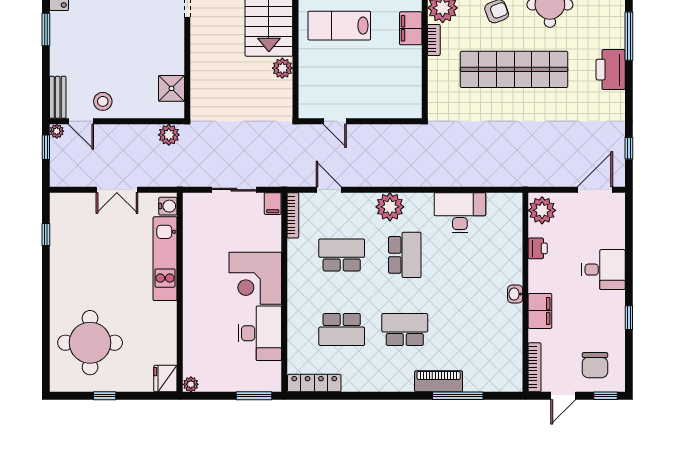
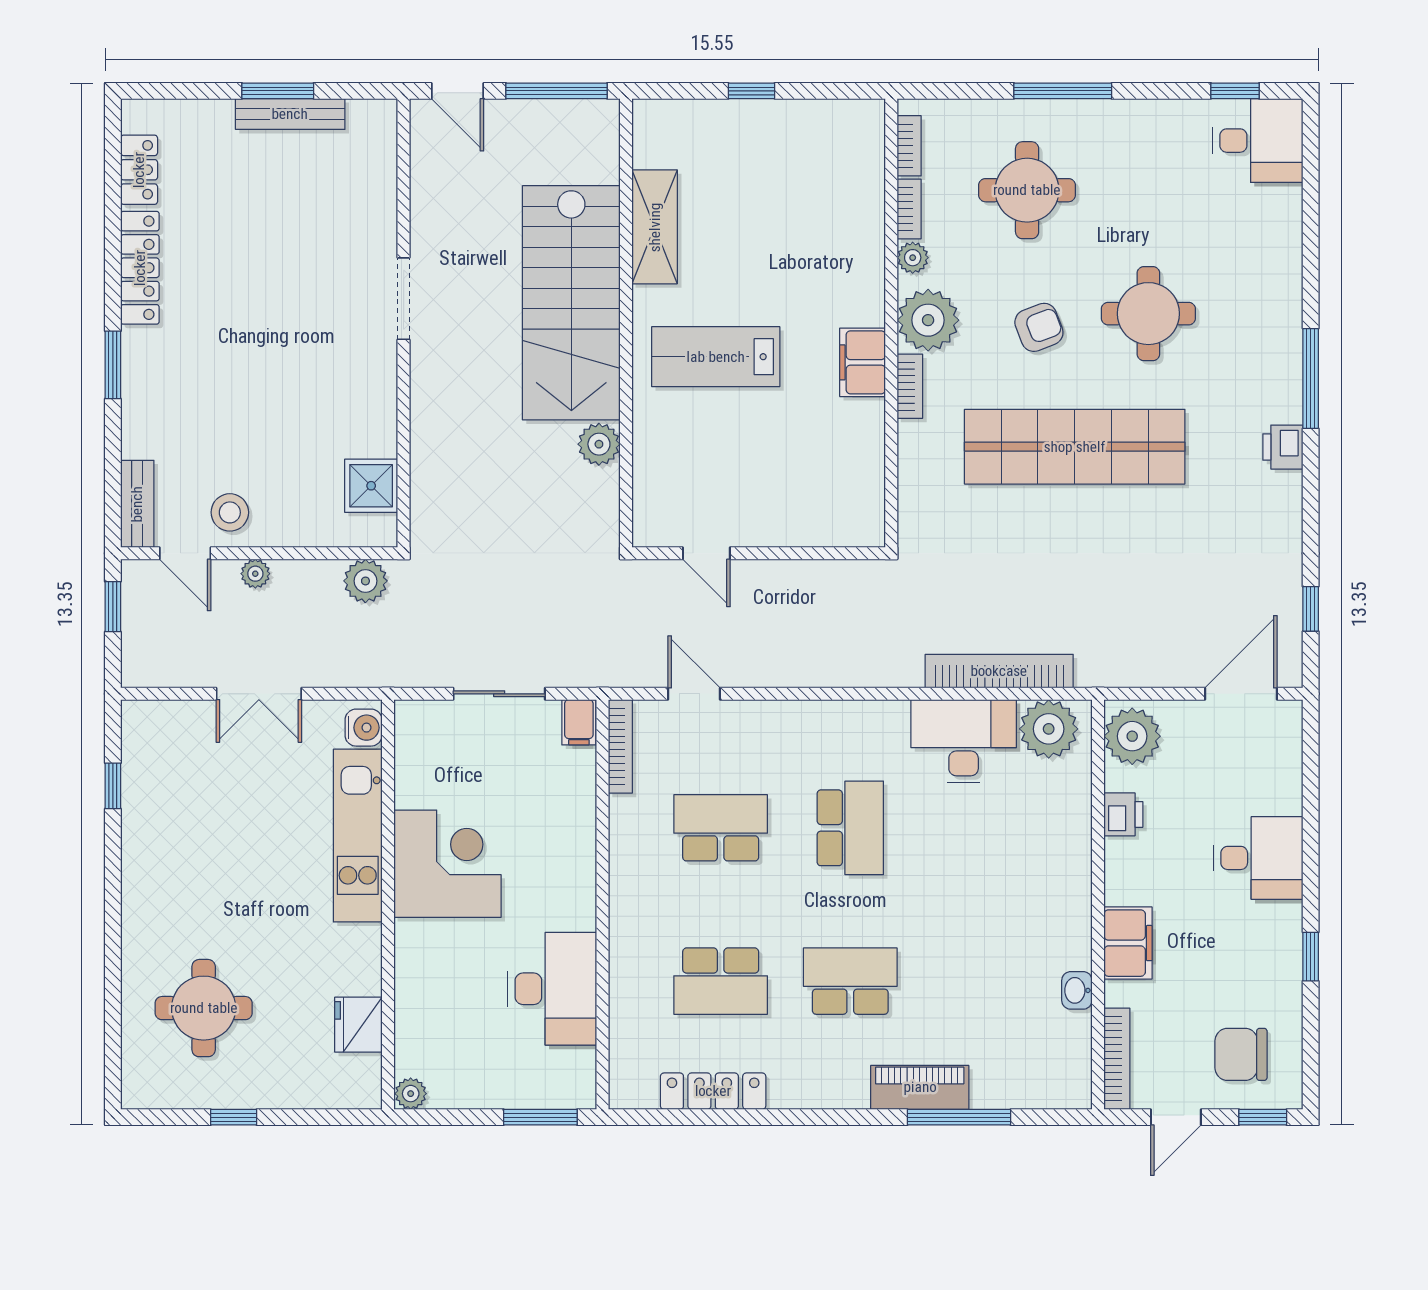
printer: (611, 70) -> (1283, 447), width x0.53, depth x0.68
plant: (57, 131) -> (255, 574), moved
bookcase: (477, 179) -> (999, 671), added
plant: (390, 207) -> (1049, 729), moved
corner desk: (255, 278) -> (447, 864), moved, turned 180
washbasin: (515, 294) -> (1077, 990), moved
round table: (90, 343) -> (204, 1008), width x0.73, depth x0.73
chair: (595, 365) -> (1241, 1054), turned 90
fridge: (165, 379) -> (358, 1025), moved
locker: (314, 383) -> (713, 1091), moved

